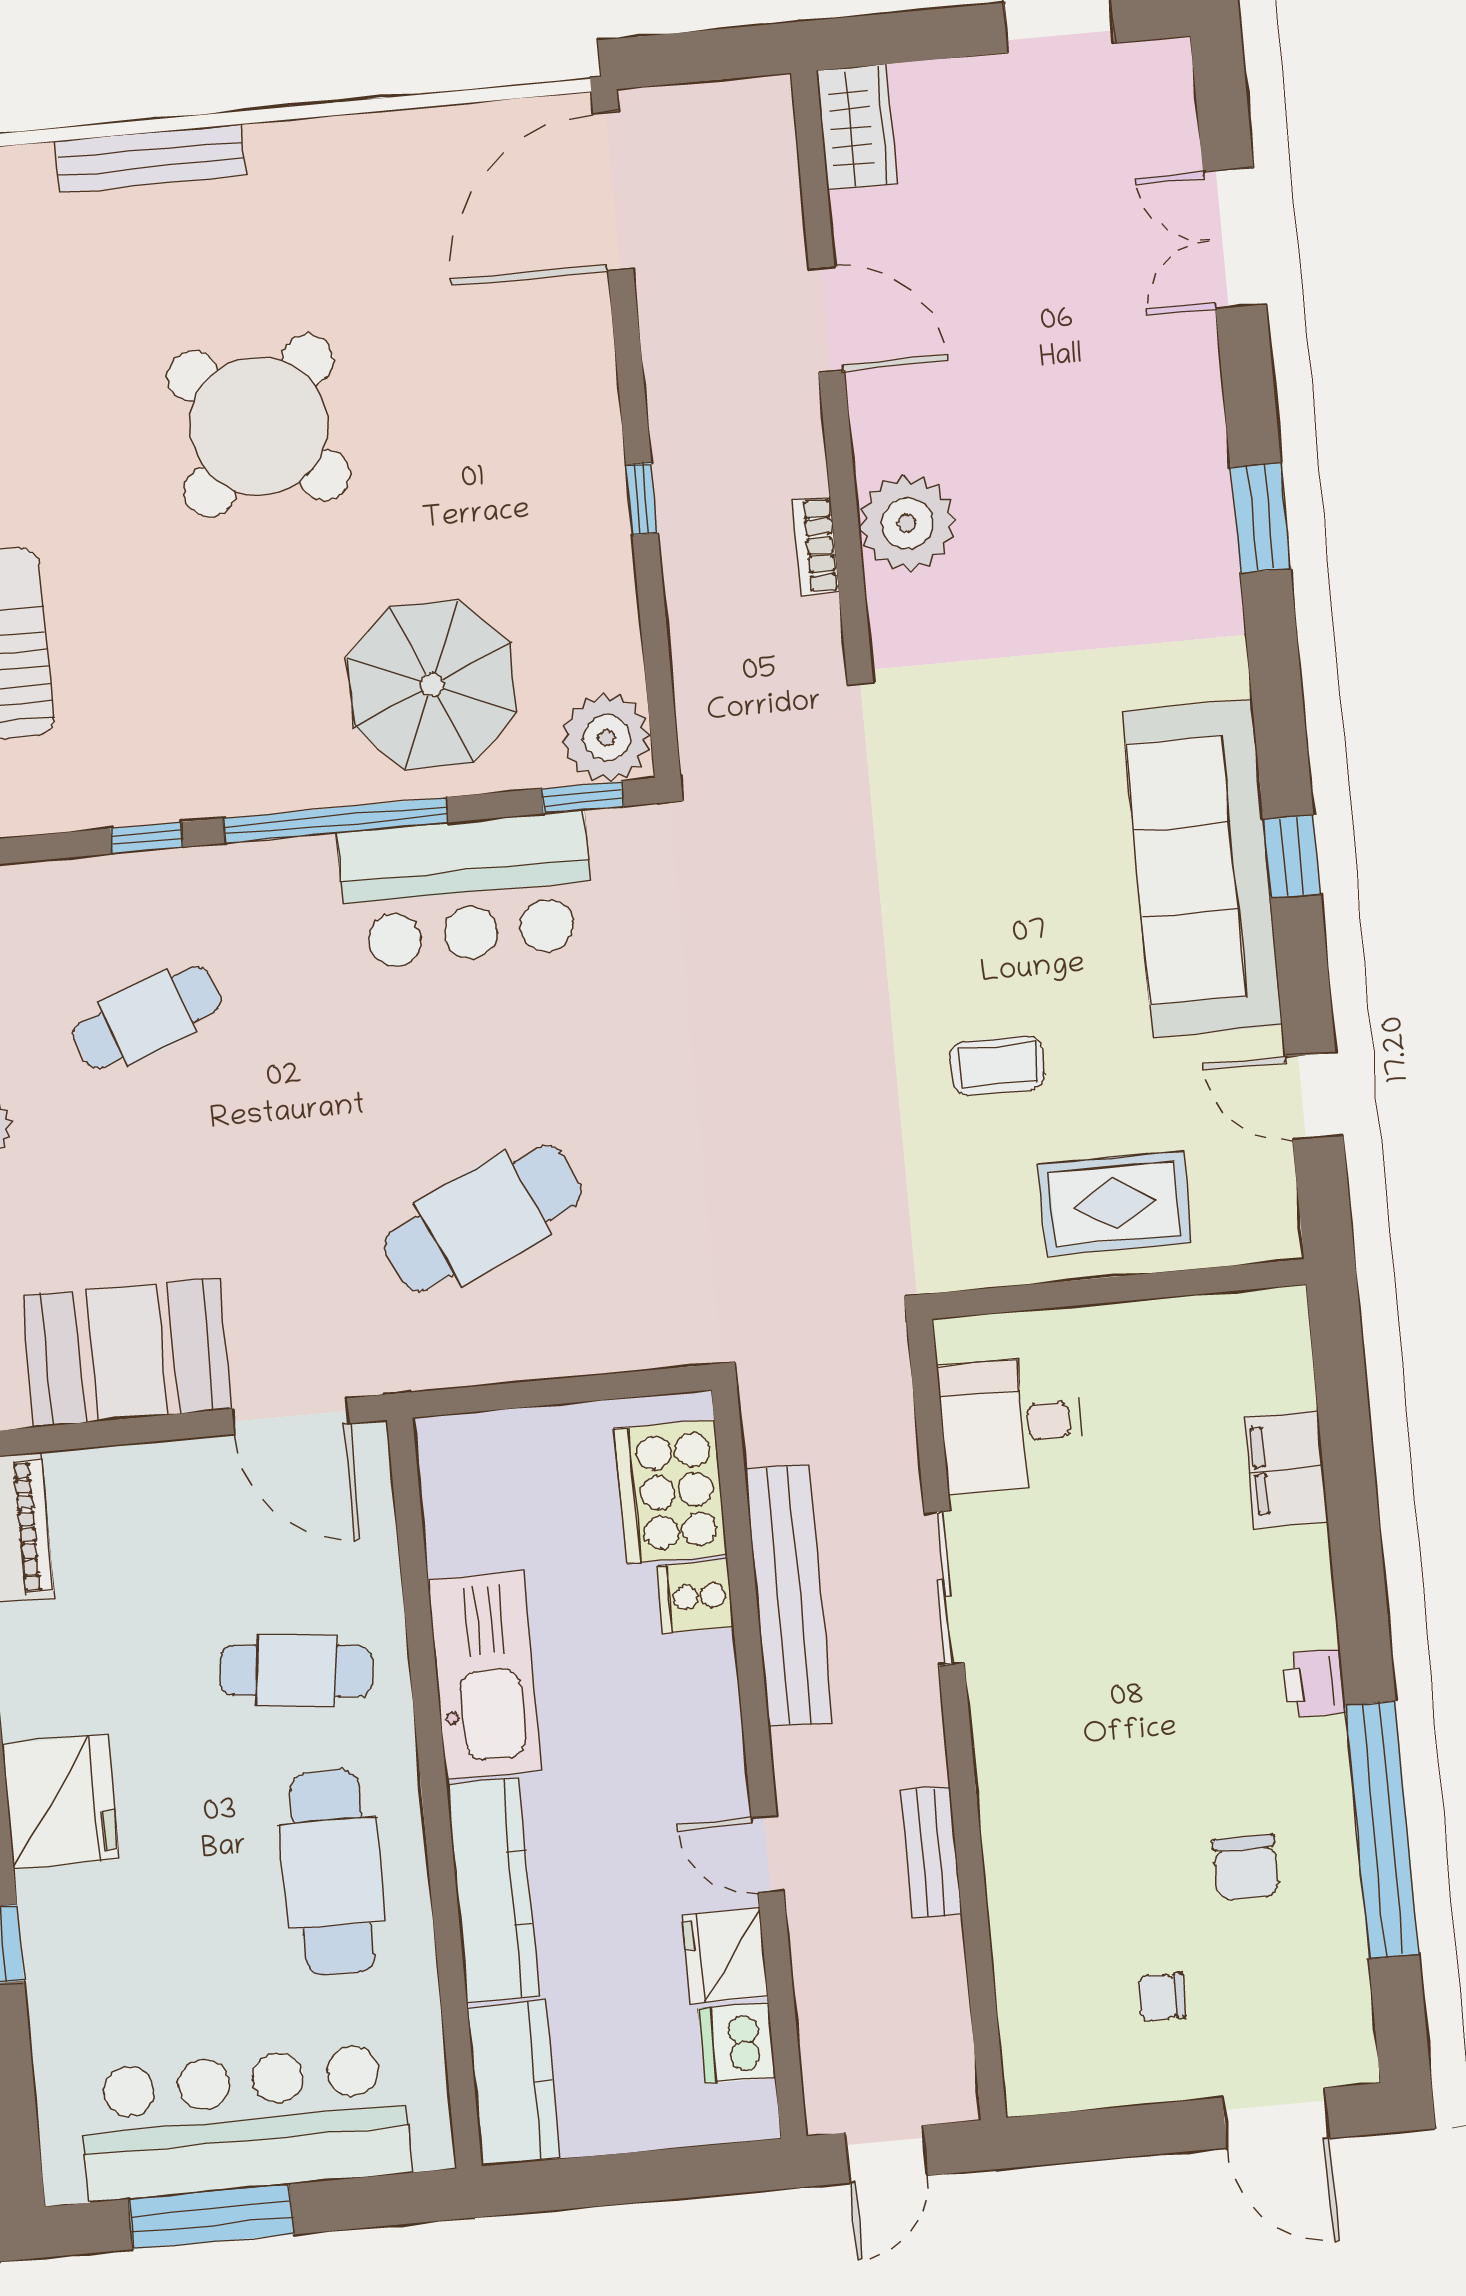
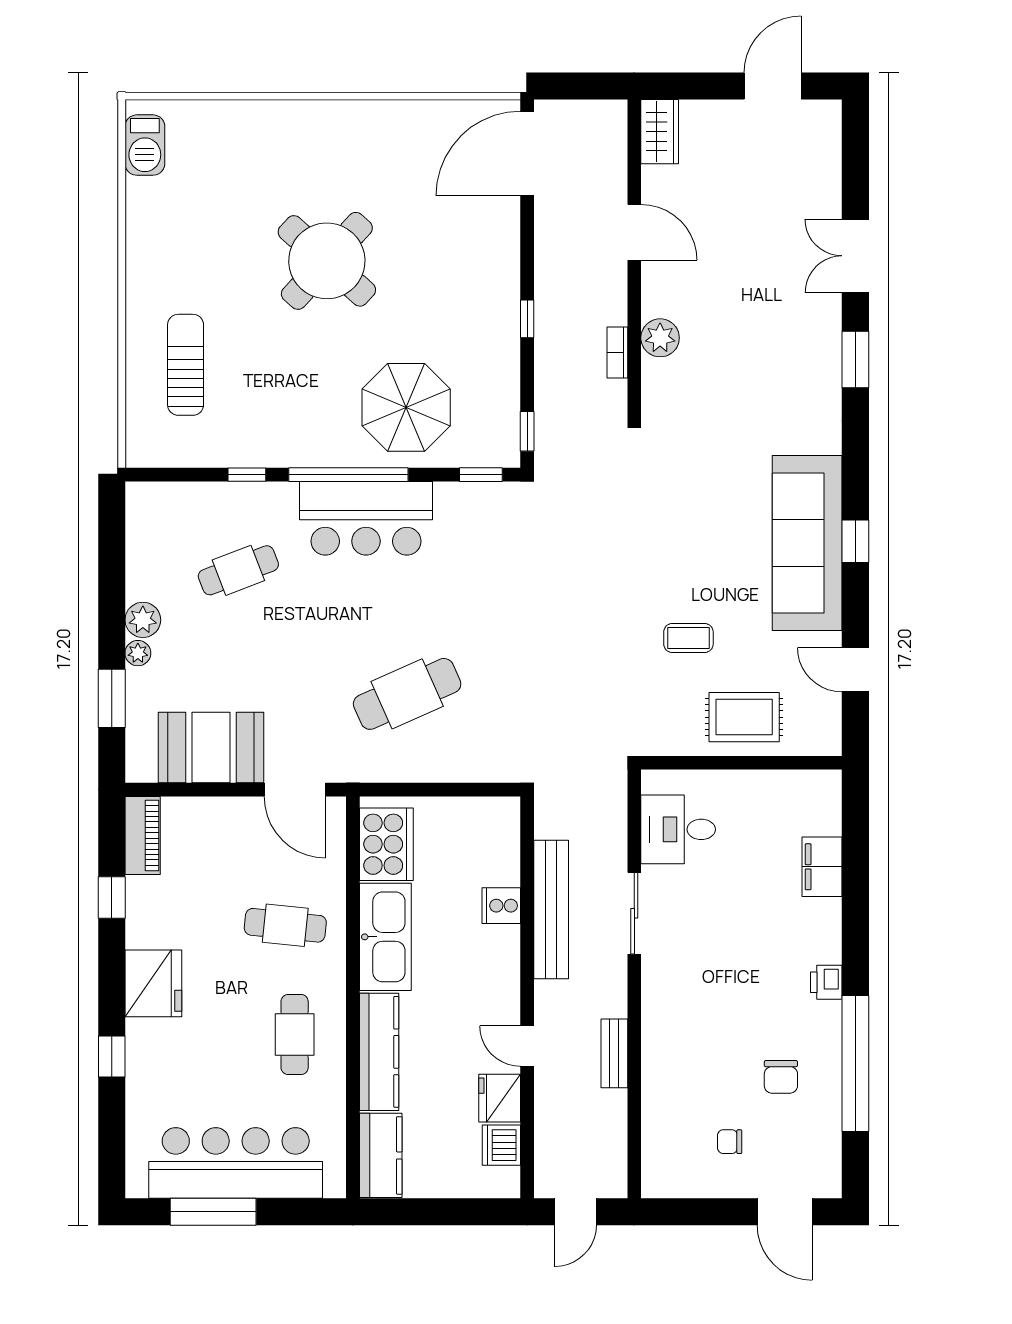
bench: (151, 158) -> (282, 113), removed
double door: (1235, 238) -> (855, 256), moved
plant: (907, 523) -> (660, 338), width x0.73, depth x0.73
window: (661, 708) -> (527, 431), added
plant: (606, 738) -> (497, 444), removed
bar counter: (467, 890) -> (366, 518), moved
cooker: (671, 1492) -> (386, 844), moved, turned 180
cafe table: (332, 1873) -> (295, 1035), width x0.73, depth x0.74

